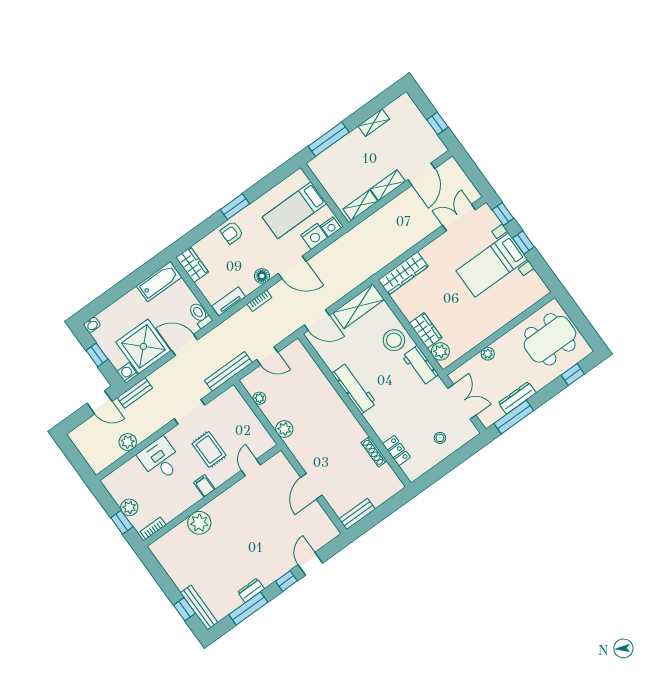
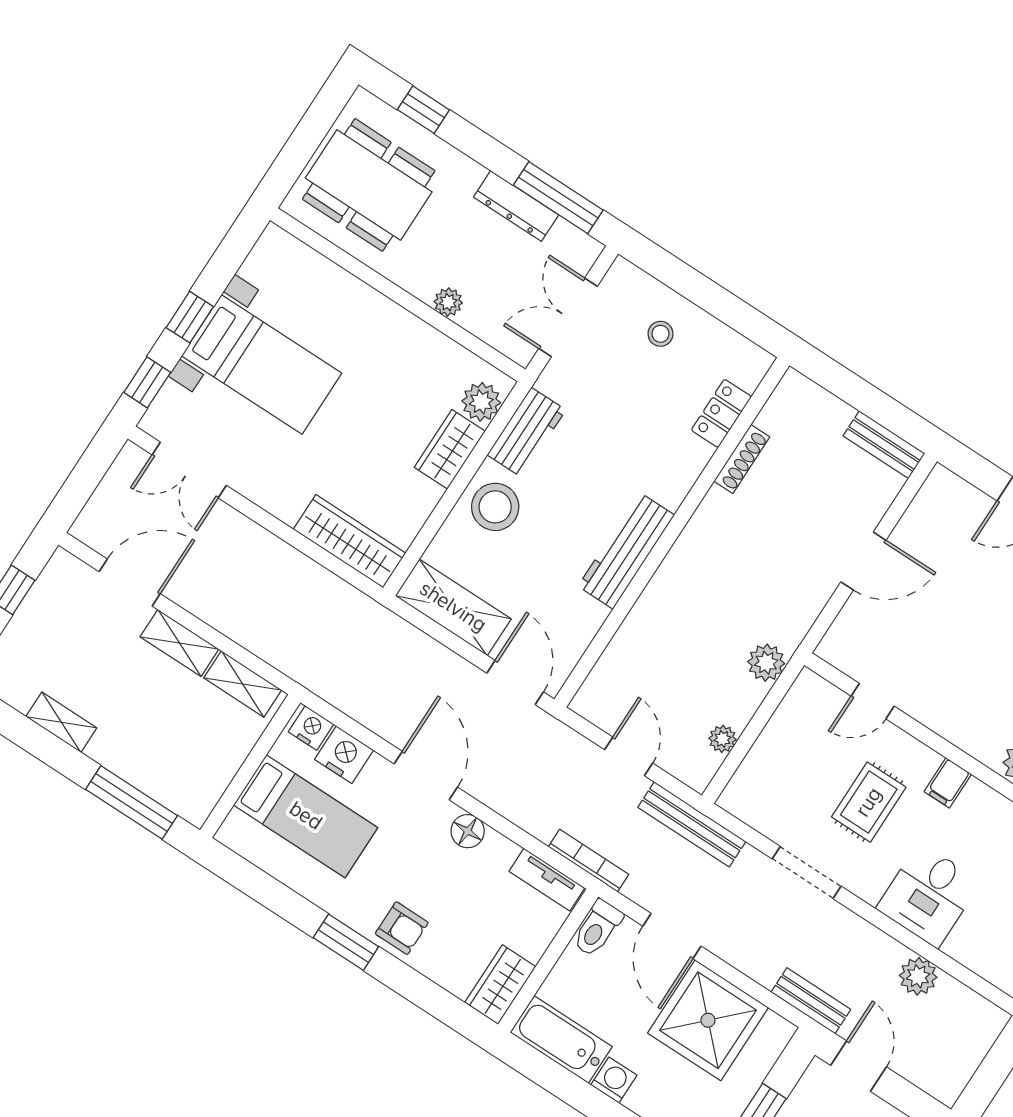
bookcase: (259, 301) -> (588, 861), moved, width x1.56
washing machine: (127, 373) -> (614, 1080), moved, turned 180

